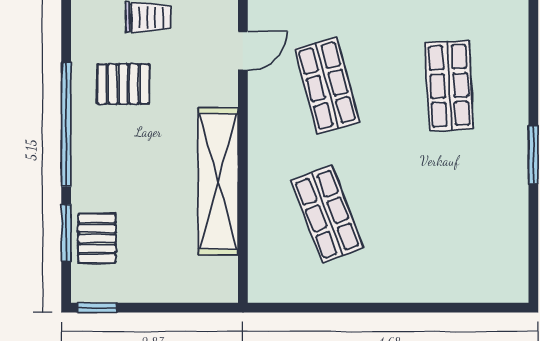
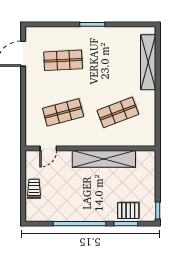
door: (243, 51) -> (48, 148), swing flipped
pallet: (123, 84) -> (62, 199), removed
shelving: (445, 285) -> (148, 62), added

